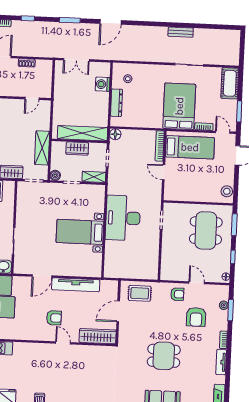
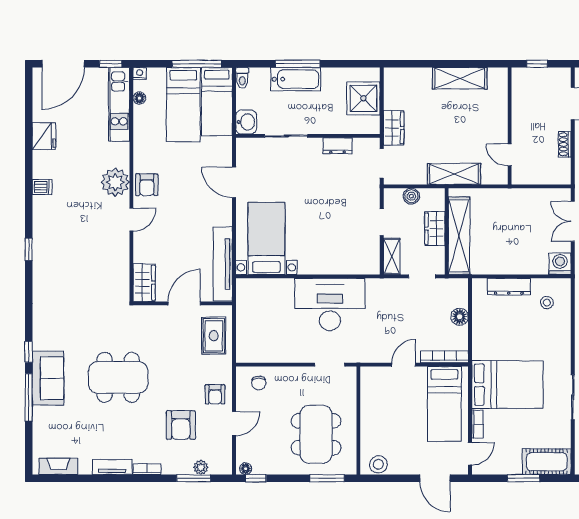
washing machine: (103, 84) -> (560, 264), moved
window: (239, 111) -> (524, 478), moved
floor lamp: (115, 134) -> (460, 317), moved
shelving: (42, 148) -> (454, 174), moved
boiler: (55, 175) -> (411, 196), moved
dresser: (21, 209) -> (337, 146), added
dining table: (206, 230) -> (316, 434), turned 90
bed with nightstands: (80, 232) -> (266, 238), moved
window: (233, 257) -> (256, 478), moved
chair: (171, 266) -> (259, 383), added
tv unit: (76, 285) -> (223, 264), moved
door: (118, 311) -> (184, 303), hinge flipped
armchair: (196, 317) -> (181, 425), turned -90
armchair: (54, 318) -> (147, 185), moved
wardrobe: (98, 336) -> (144, 283), width x0.67
plant: (38, 352) -> (115, 182), added
dining table: (164, 356) -> (118, 377), width x1.38

